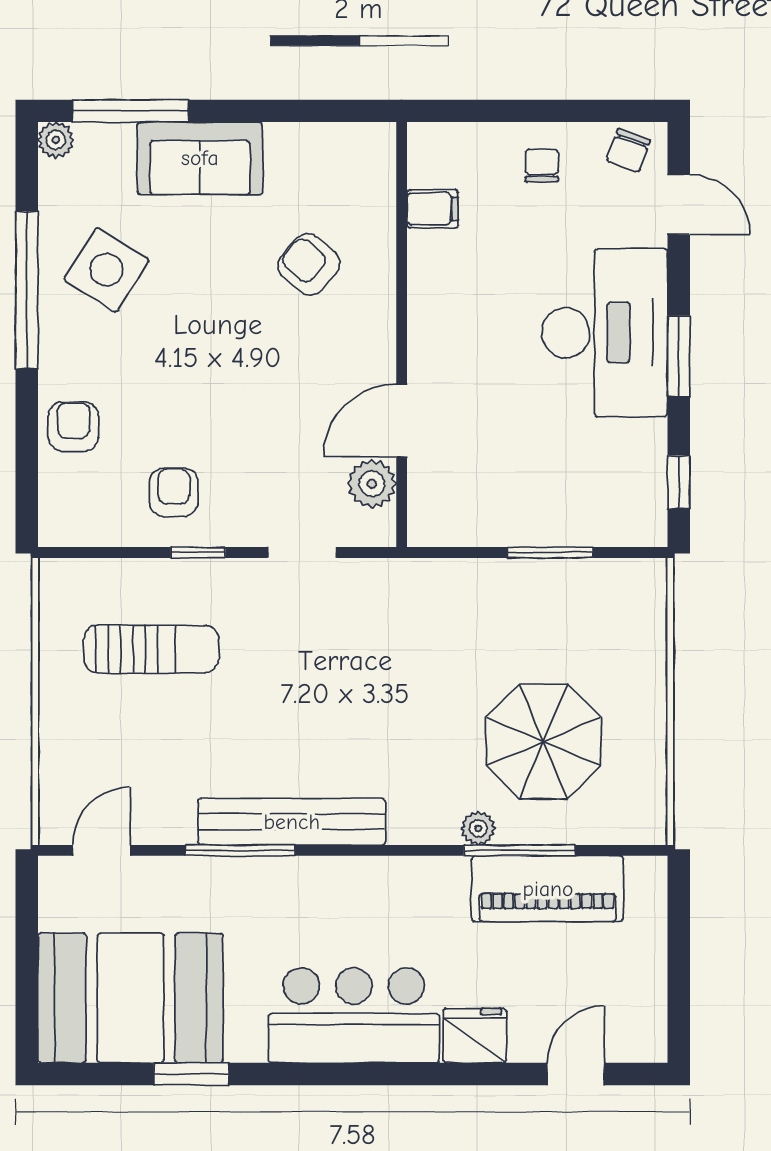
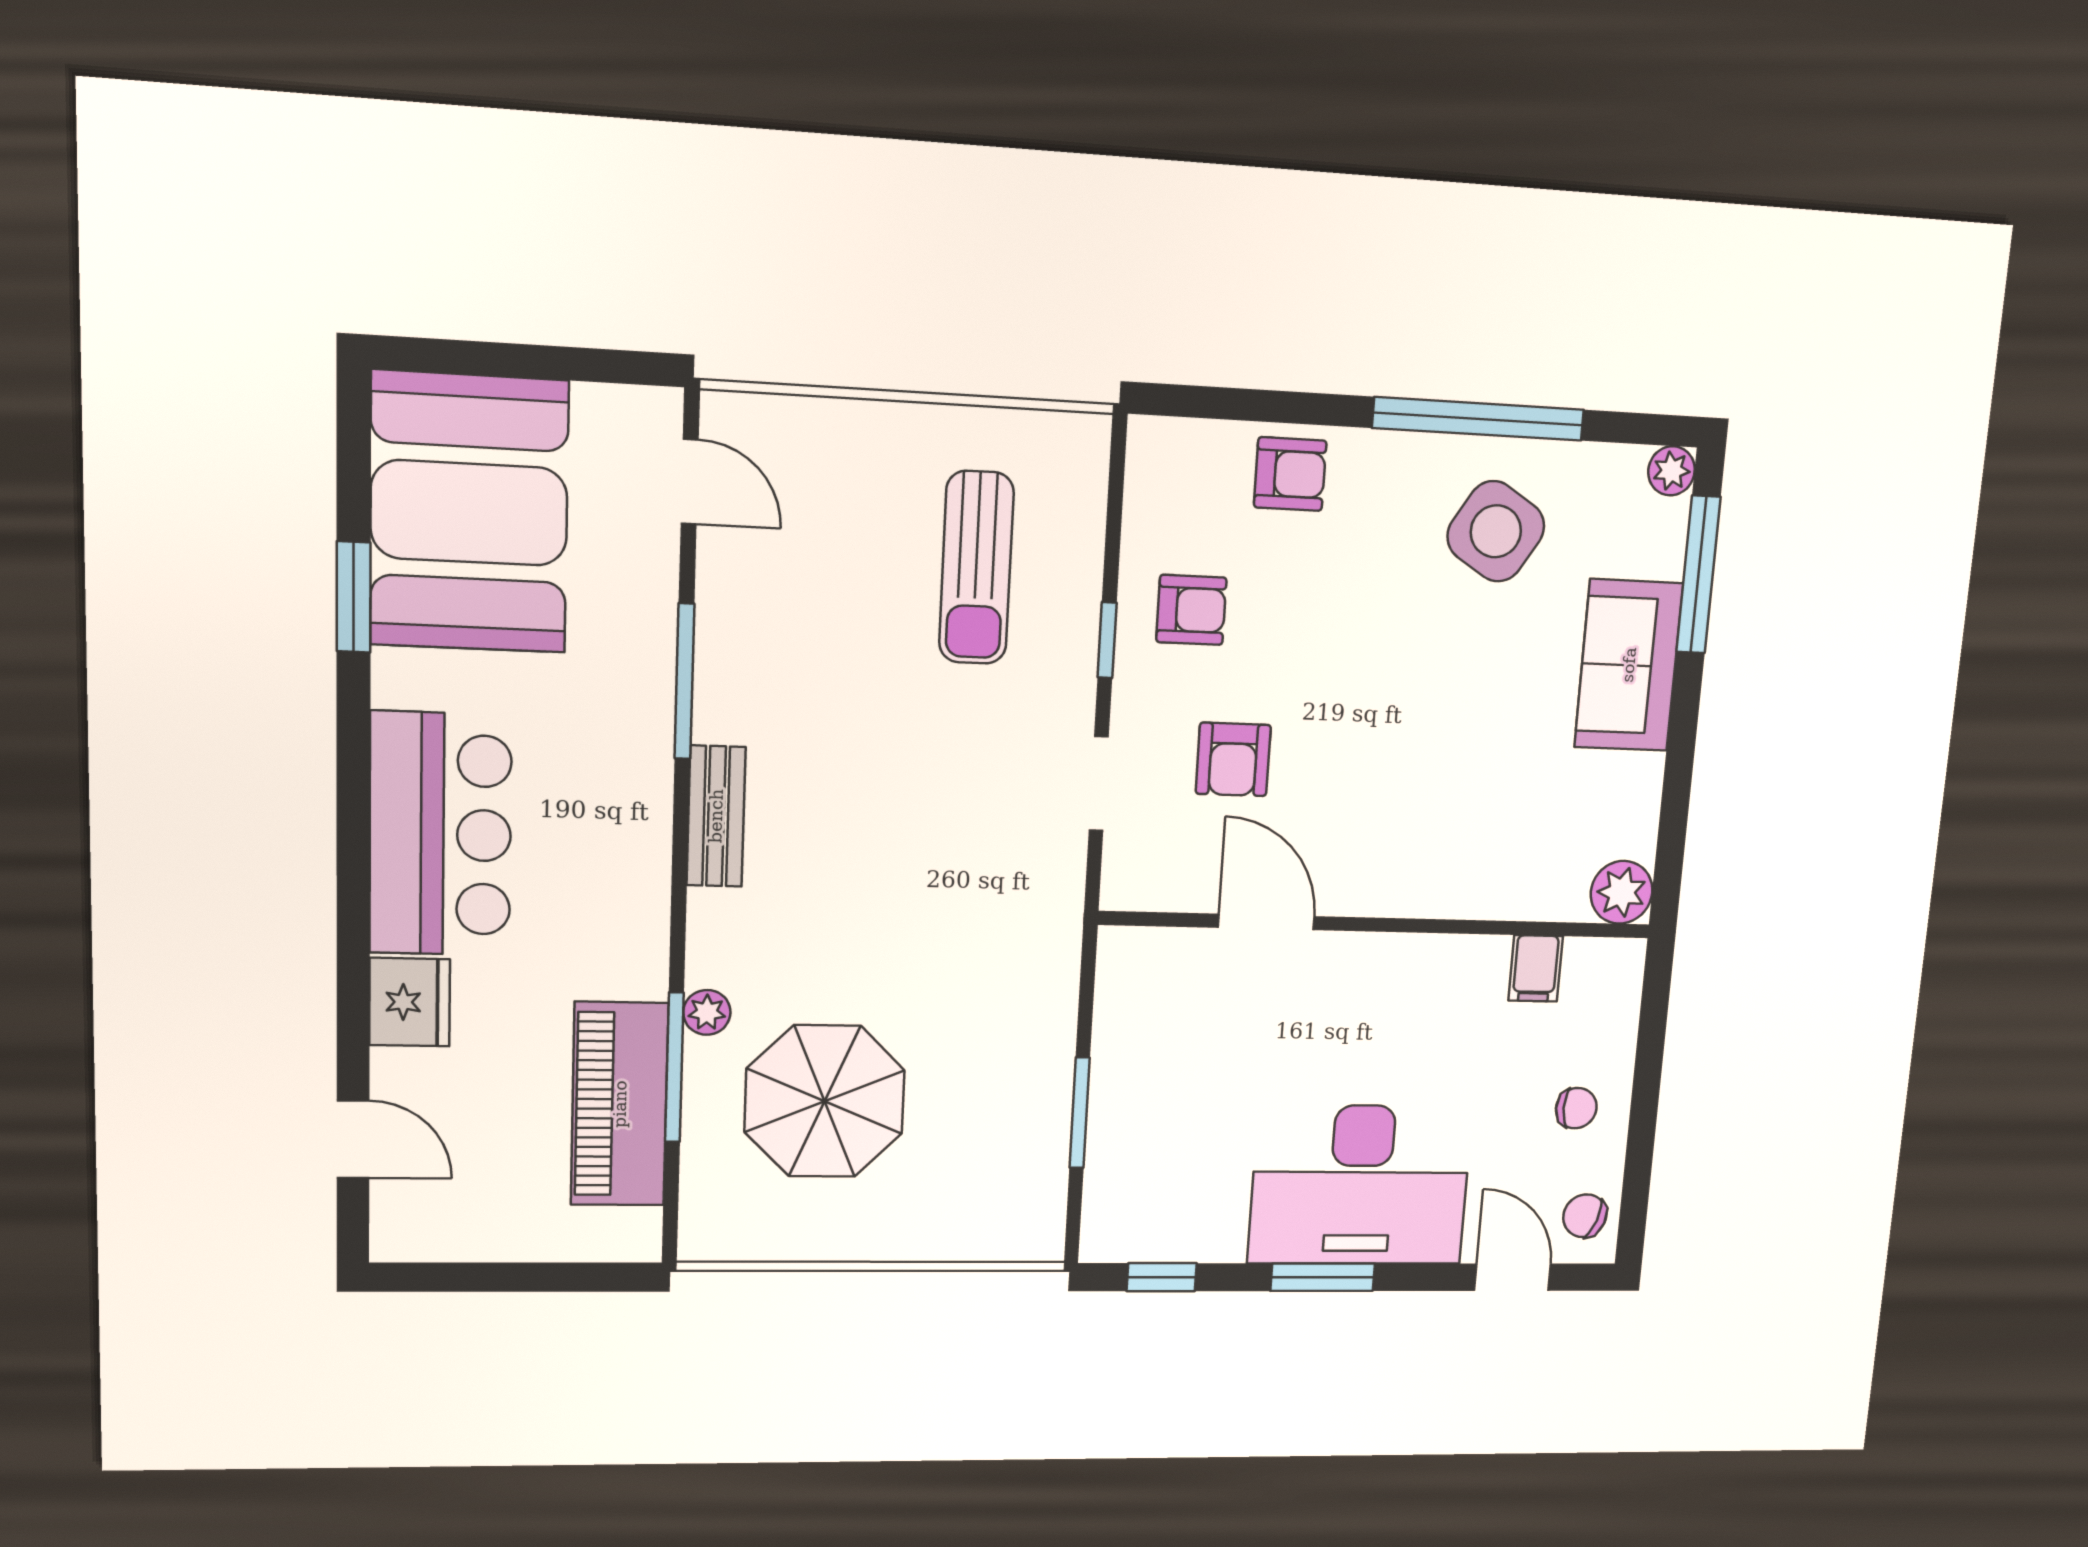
door: (679, 204) -> (1513, 1277), swing flipped
armchair: (309, 264) -> (1233, 759), moved, turned 140
plant: (372, 484) -> (1622, 892), moved
bench: (292, 822) -> (716, 816), width x0.54, depth x0.82

